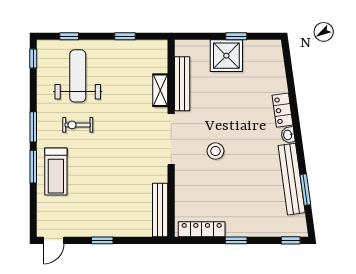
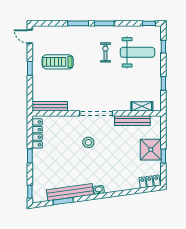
shelving: (160, 90) -> (142, 106), moved
locker: (283, 110) -> (150, 182), moved
treadmill: (56, 171) -> (58, 62), moved

